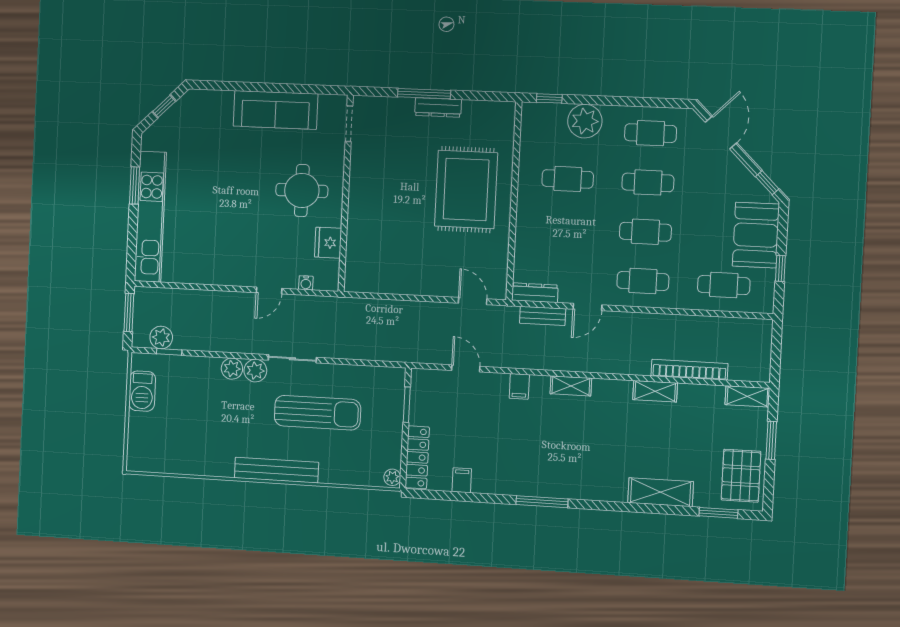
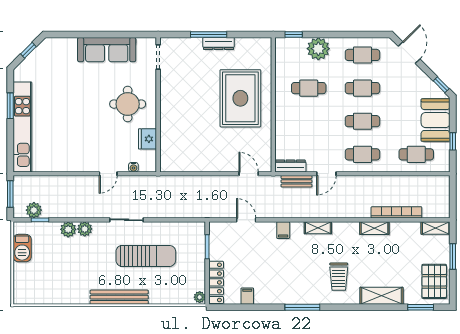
plant: (255, 371) -> (68, 229), moved
trolley: (598, 460) -> (339, 277), added

